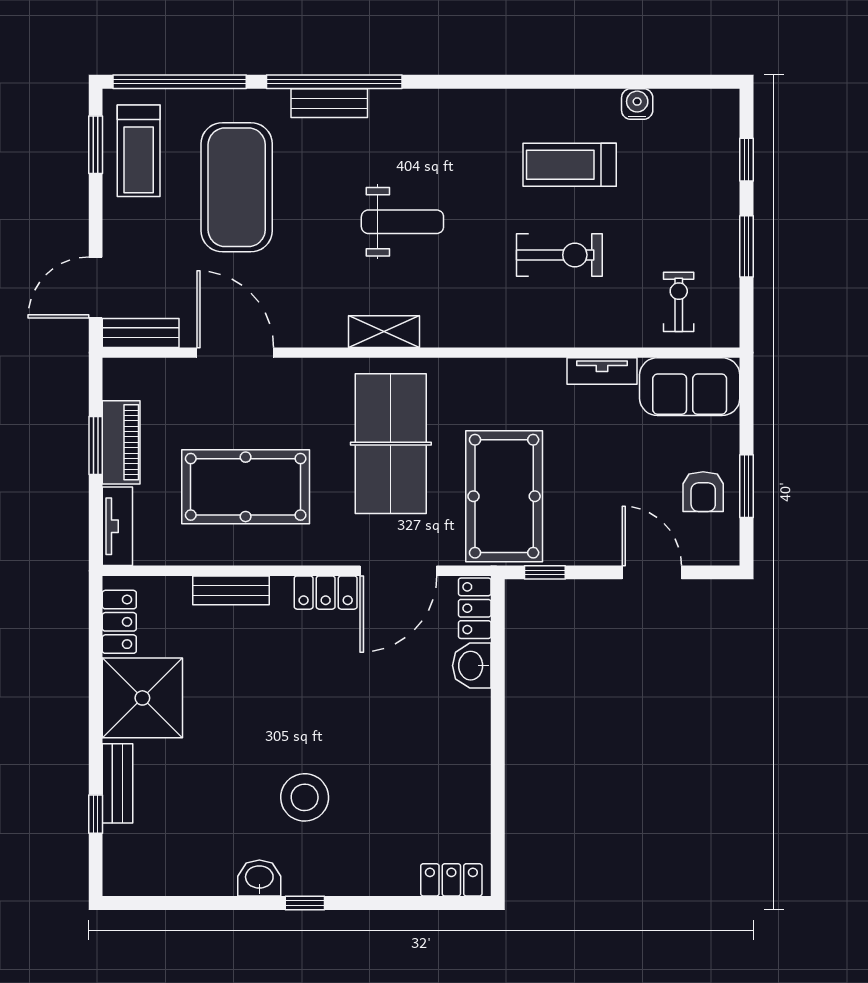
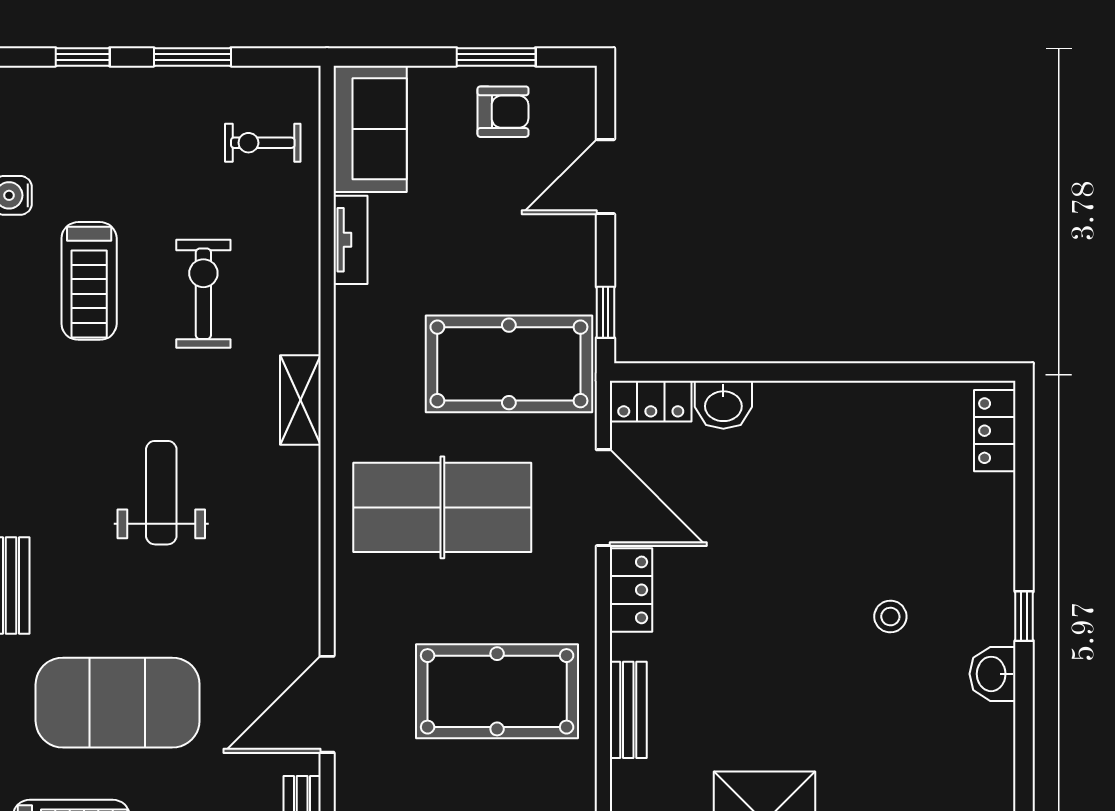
shelving: (384, 332) -> (300, 400), moved
pool table: (246, 487) -> (497, 691), turned 90
stool: (305, 797) -> (890, 617), width x0.53, depth x0.53

